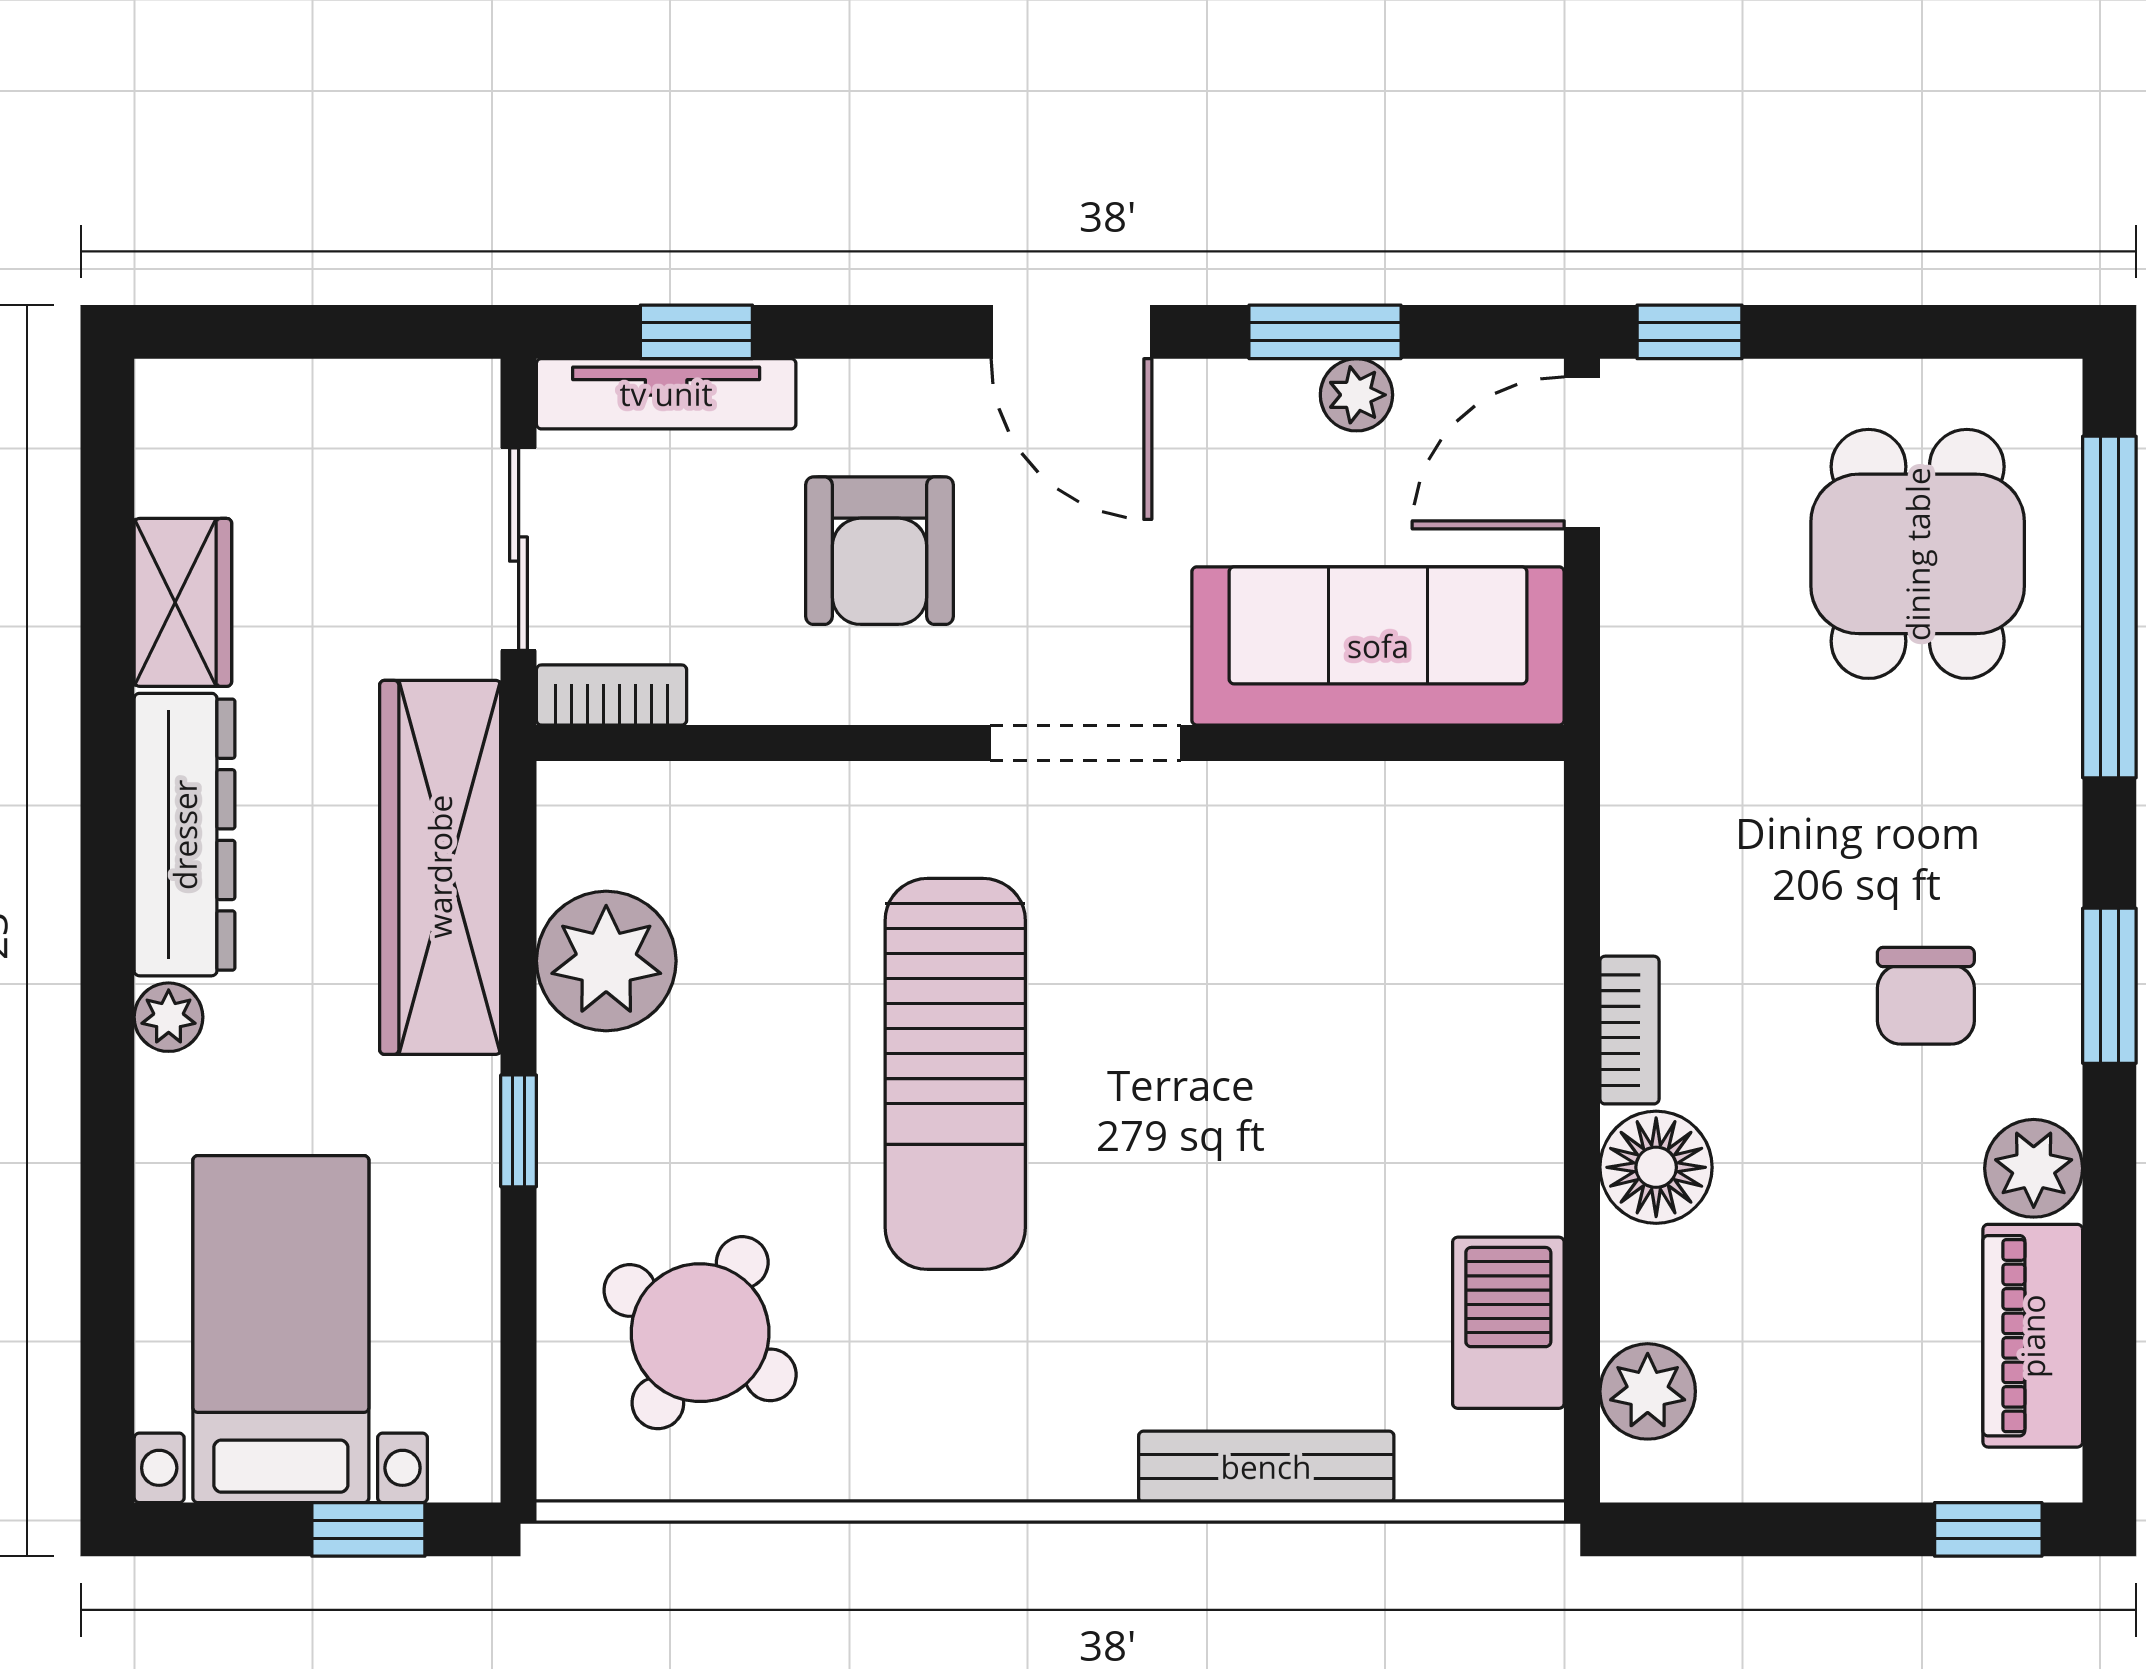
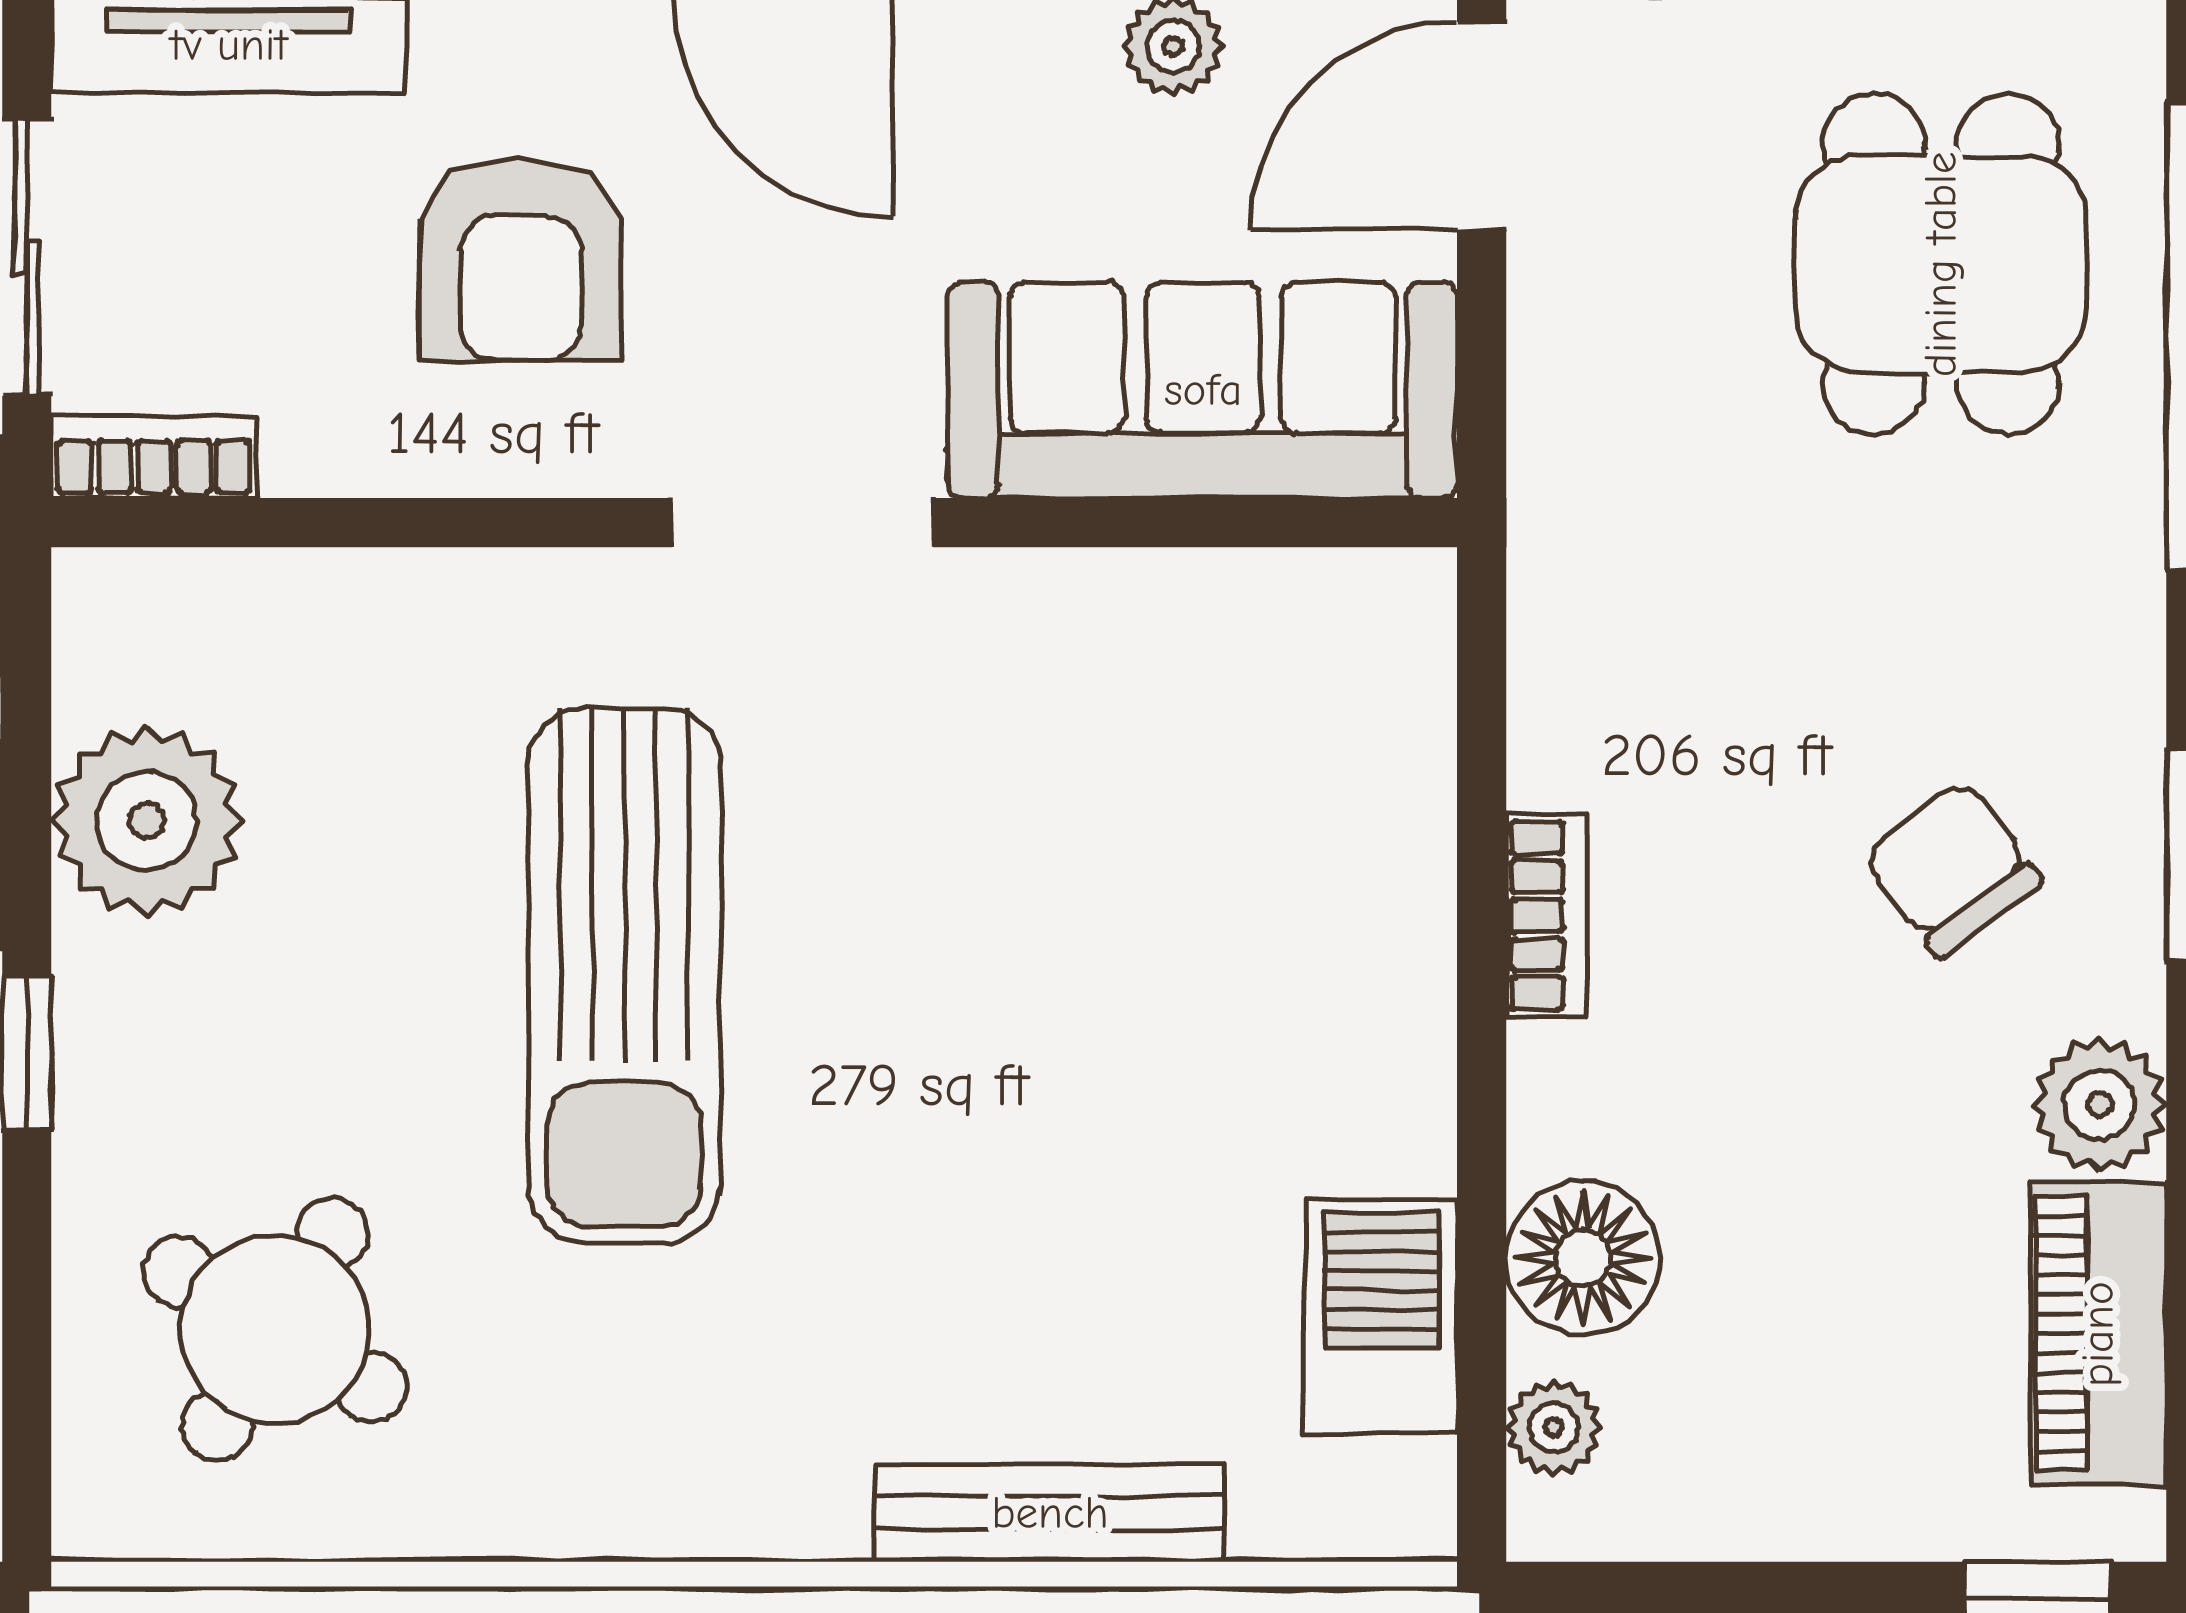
chair: (1926, 996) -> (1952, 868), turned 143
floor lamp: (1656, 1167) -> (1583, 1258), moved
plant: (1648, 1391) -> (1554, 1428), width x0.73, depth x0.73

